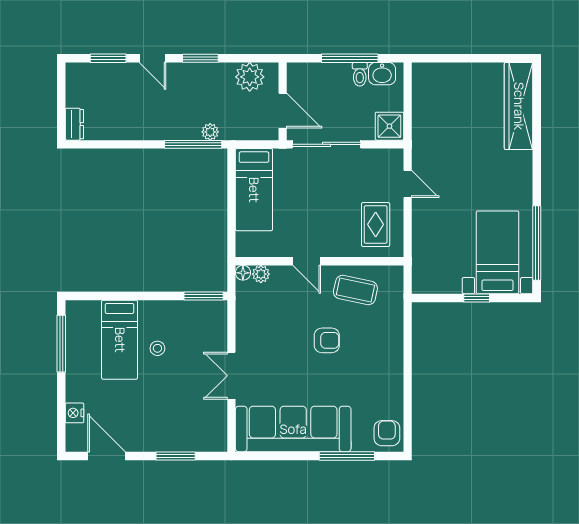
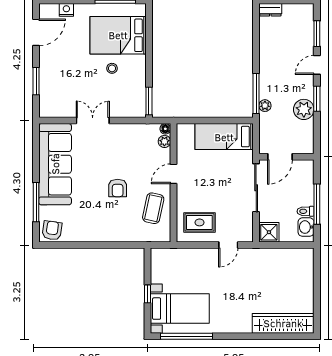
plant: (250, 77) -> (304, 109), moved
bed: (120, 340) -> (118, 35), width x1.50
armchair: (387, 433) -> (52, 230), turned -82

